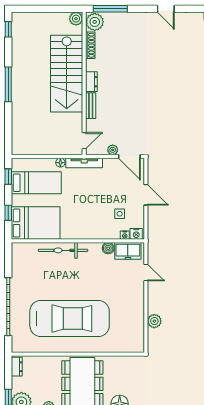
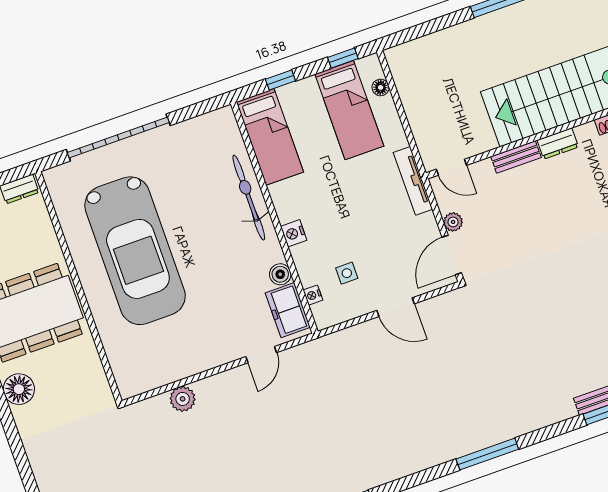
floor lamp: (60, 163) -> (381, 87), moved
door: (146, 195) -> (396, 307), hinge flipped
bed: (36, 223) -> (270, 137), width x0.67
nightstand: (136, 234) -> (294, 233), moved

